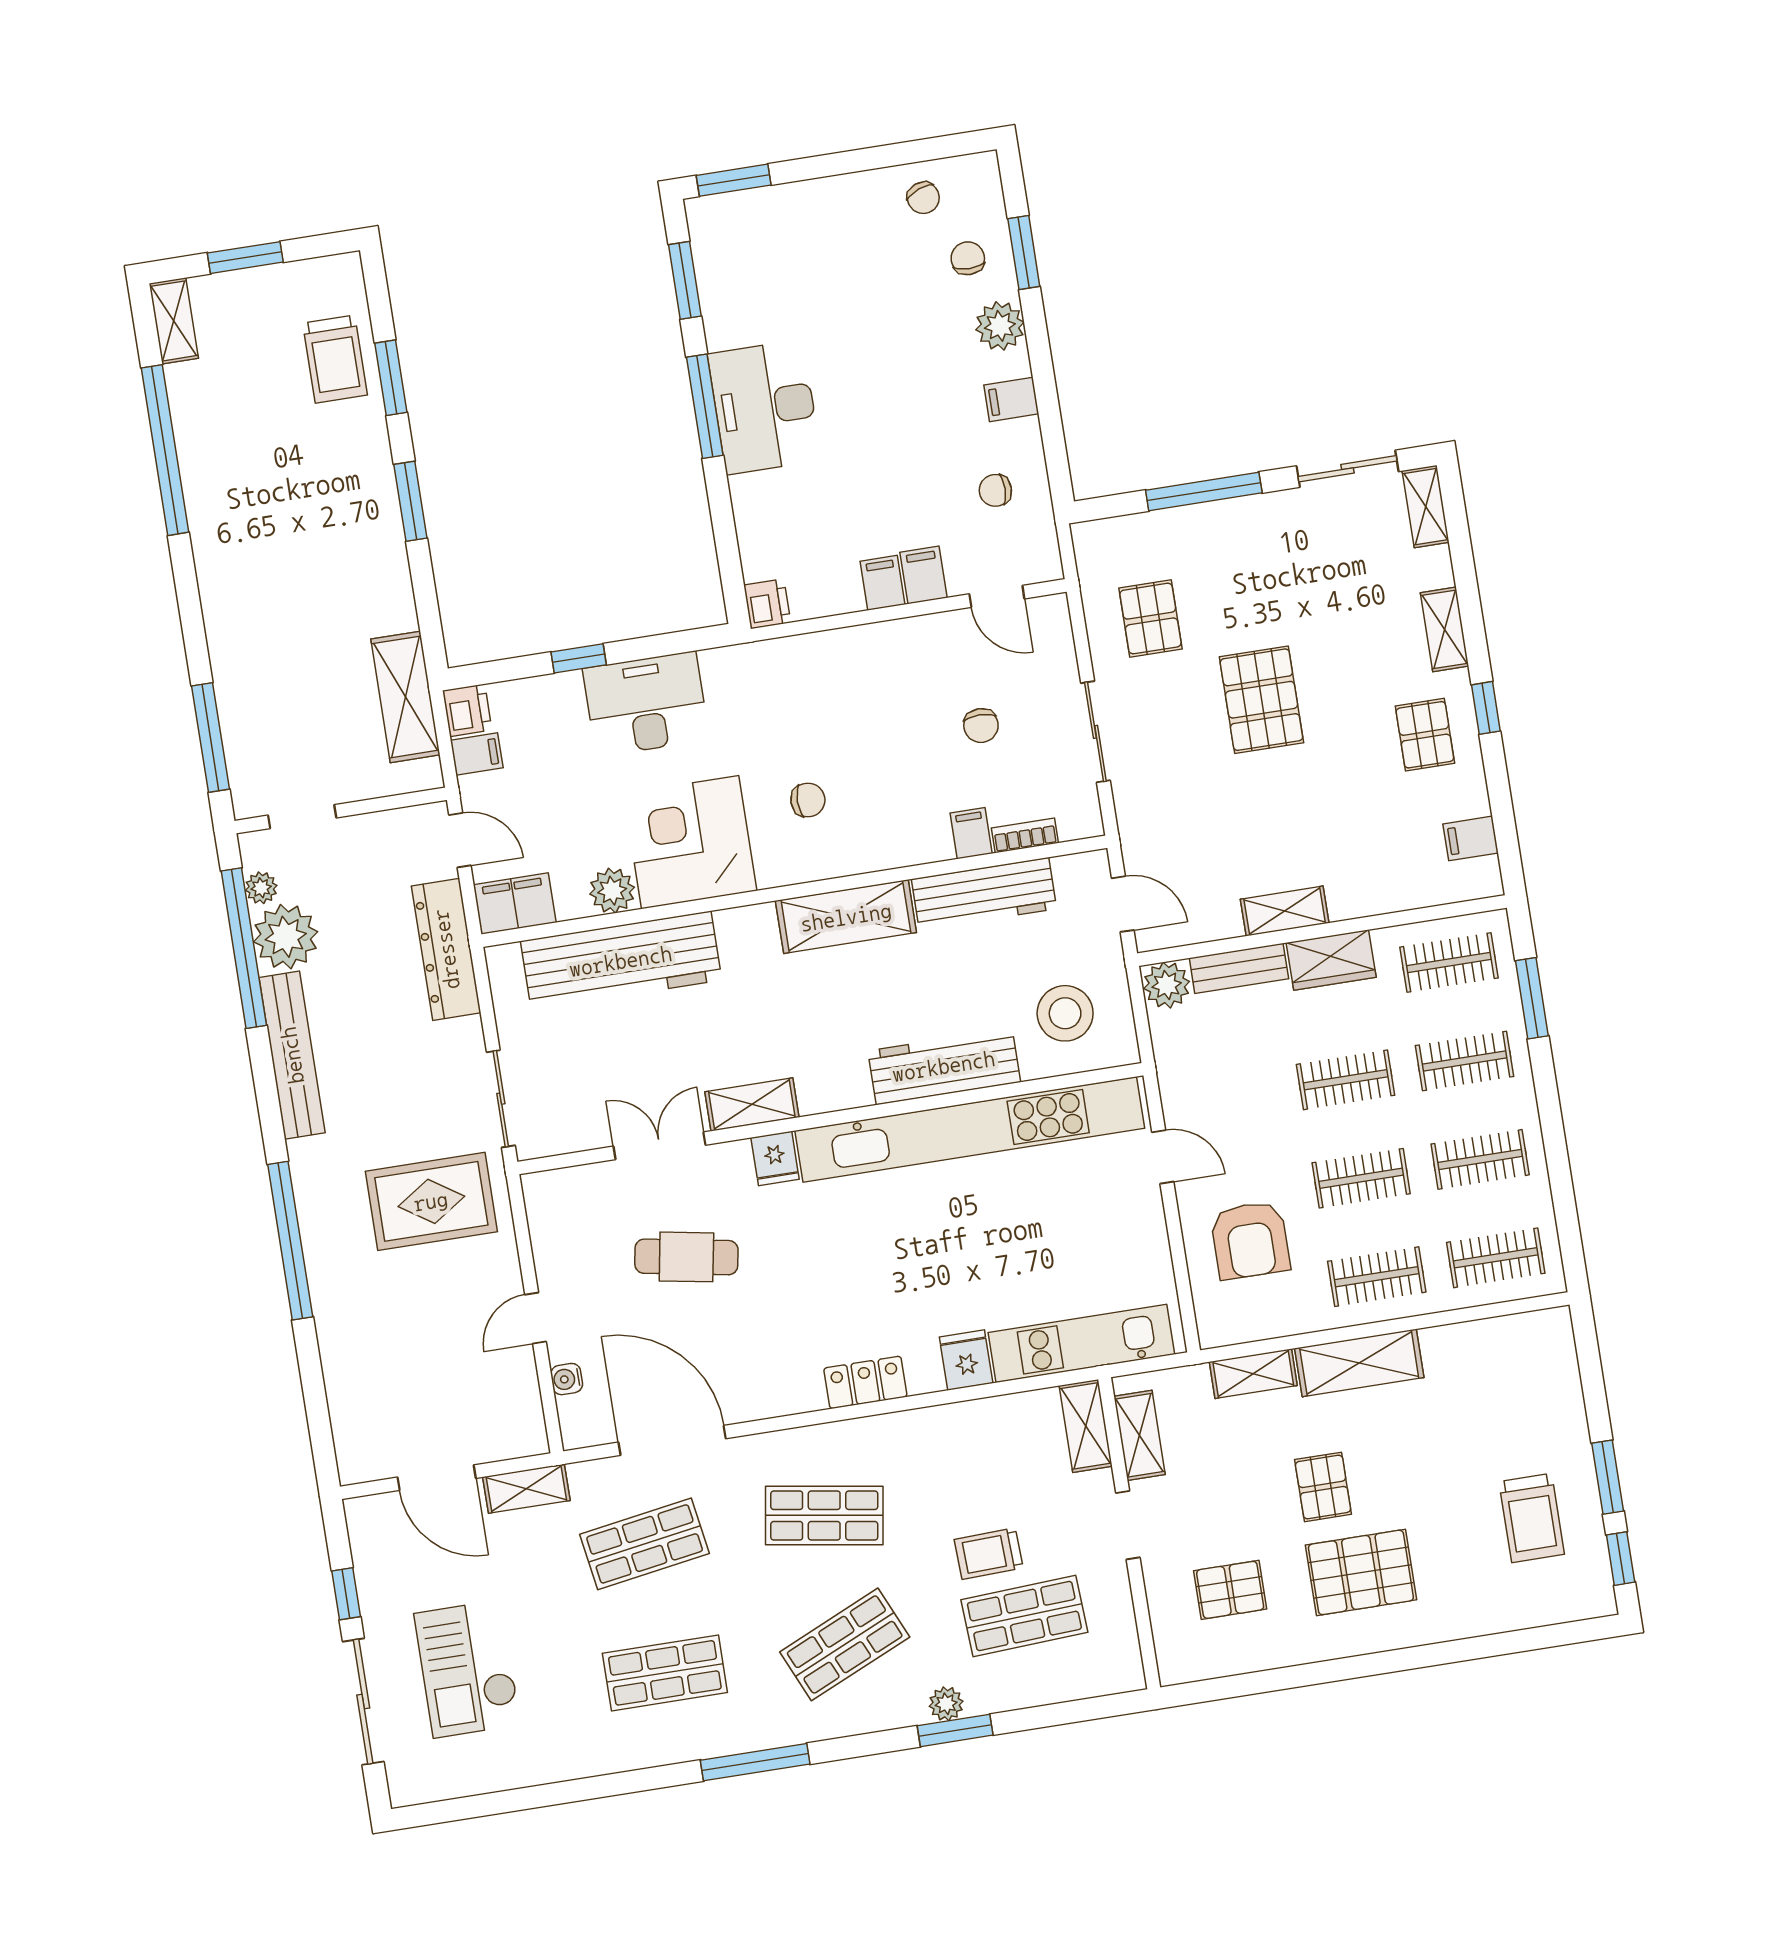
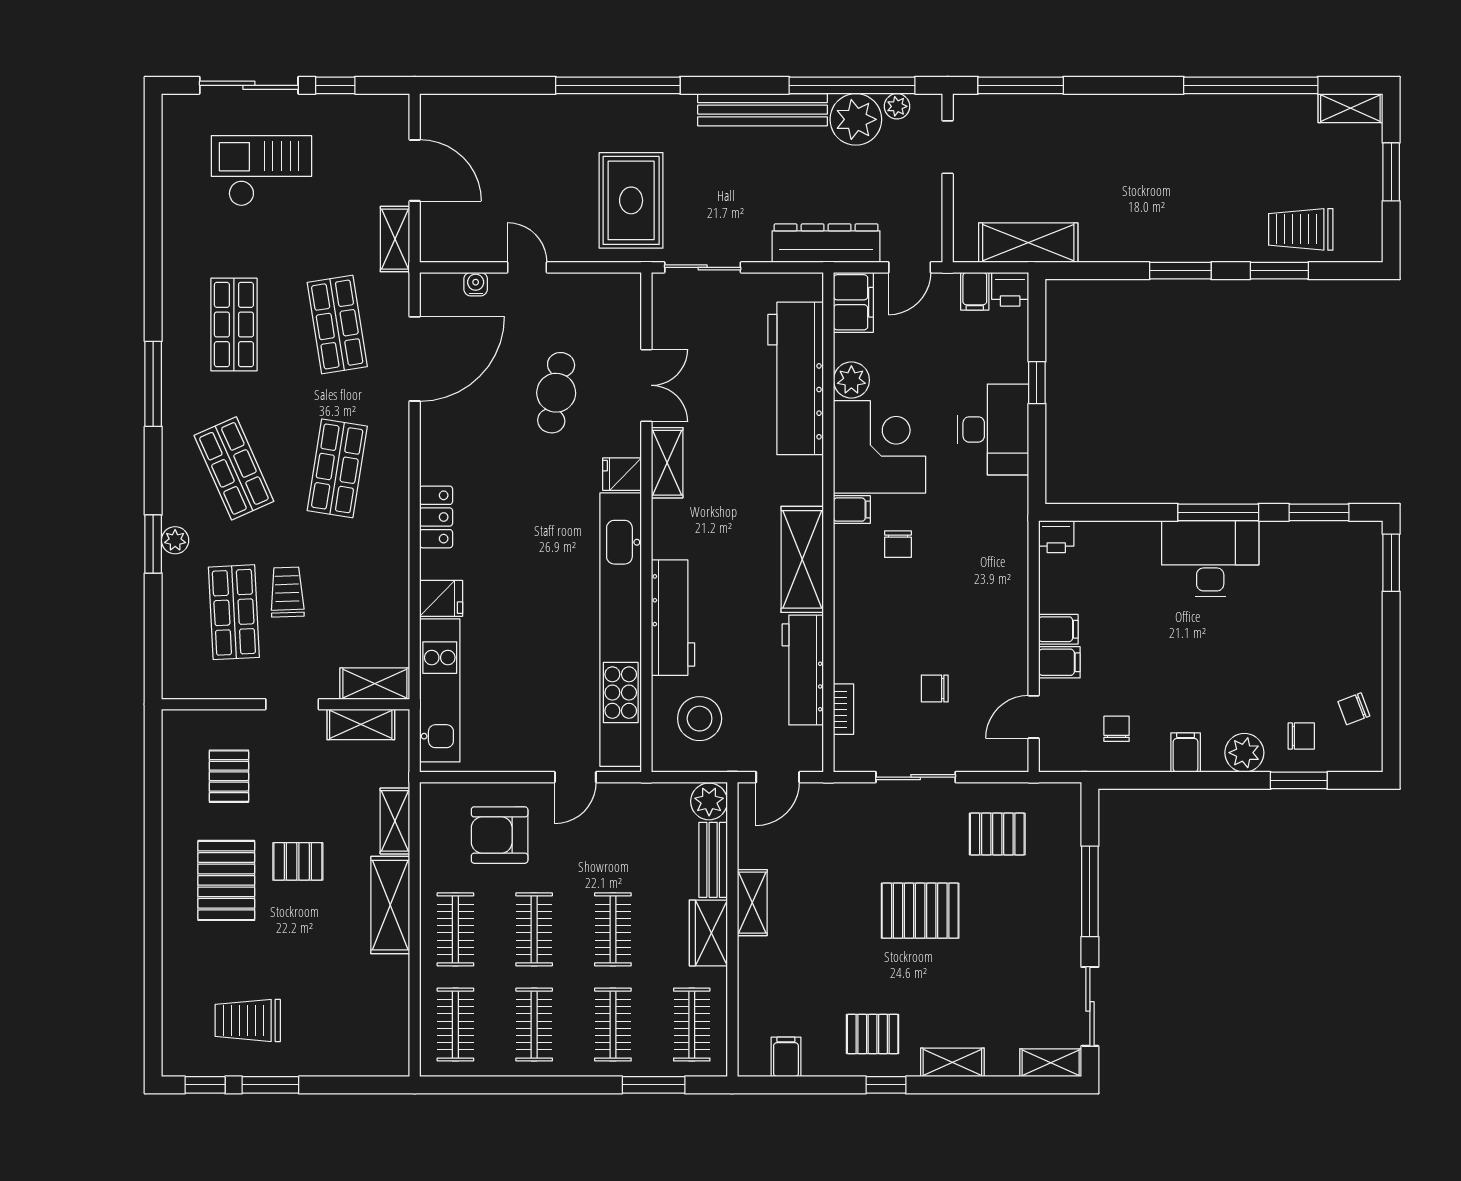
filing cabinet: (971, 833) -> (852, 510), moved
door: (437, 1478) -> (415, 170), swing flipped

